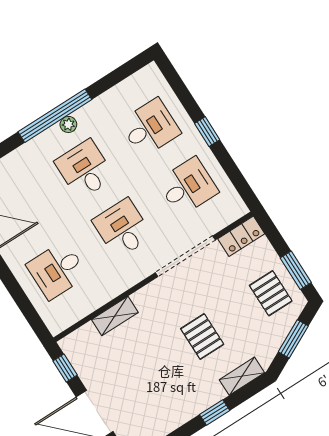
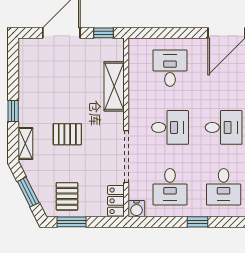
water cooler: (235, 208) -> (136, 209), added
pallet: (271, 293) -> (67, 196), turned 90
shelving: (115, 316) -> (114, 86), width x1.50, depth x1.33

